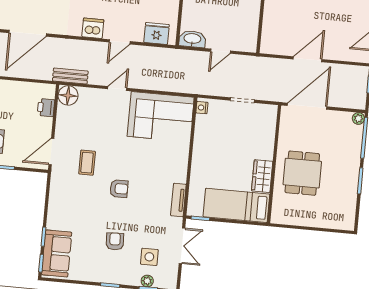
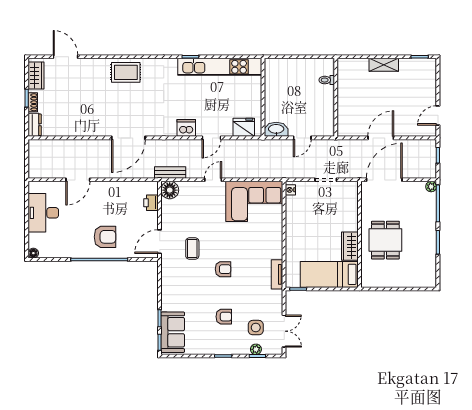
armchair: (115, 241) -> (224, 317), turned 93
double door: (182, 246) -> (284, 331), moved

